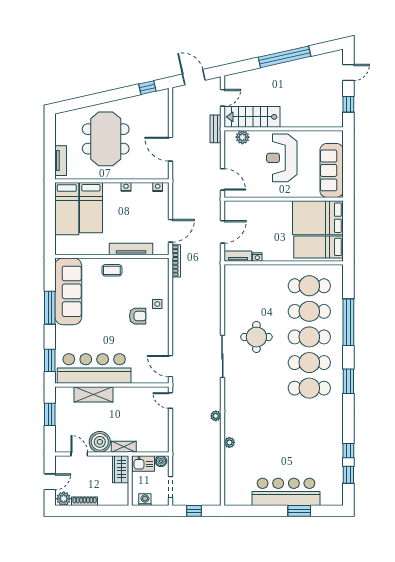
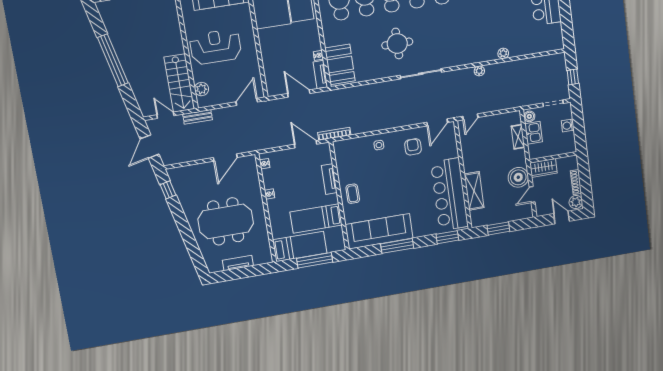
reception desk: (282, 158) -> (216, 47), turned 180
tv unit: (61, 161) -> (238, 263), moved
bed: (91, 208) -> (316, 218), moved, turned 180
window: (50, 222) -> (315, 260), added
tv unit: (131, 249) -> (329, 179), width x0.71
booth: (245, 277) -> (340, 64), added
armchair: (138, 316) -> (413, 147), moved
shelving: (124, 447) -> (518, 137), moved
wardrobe: (121, 469) -> (543, 168), moved
wall: (130, 481) -> (553, 157), moved

